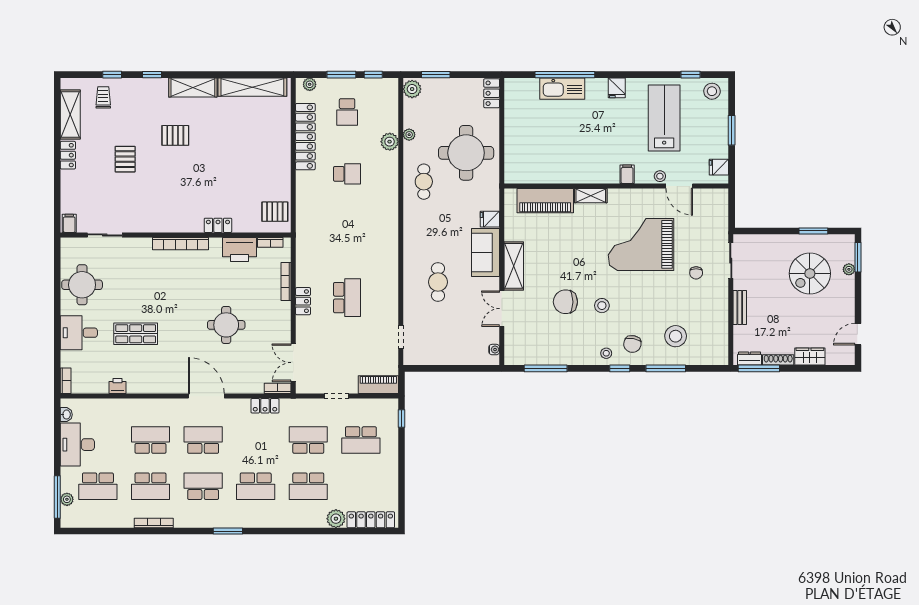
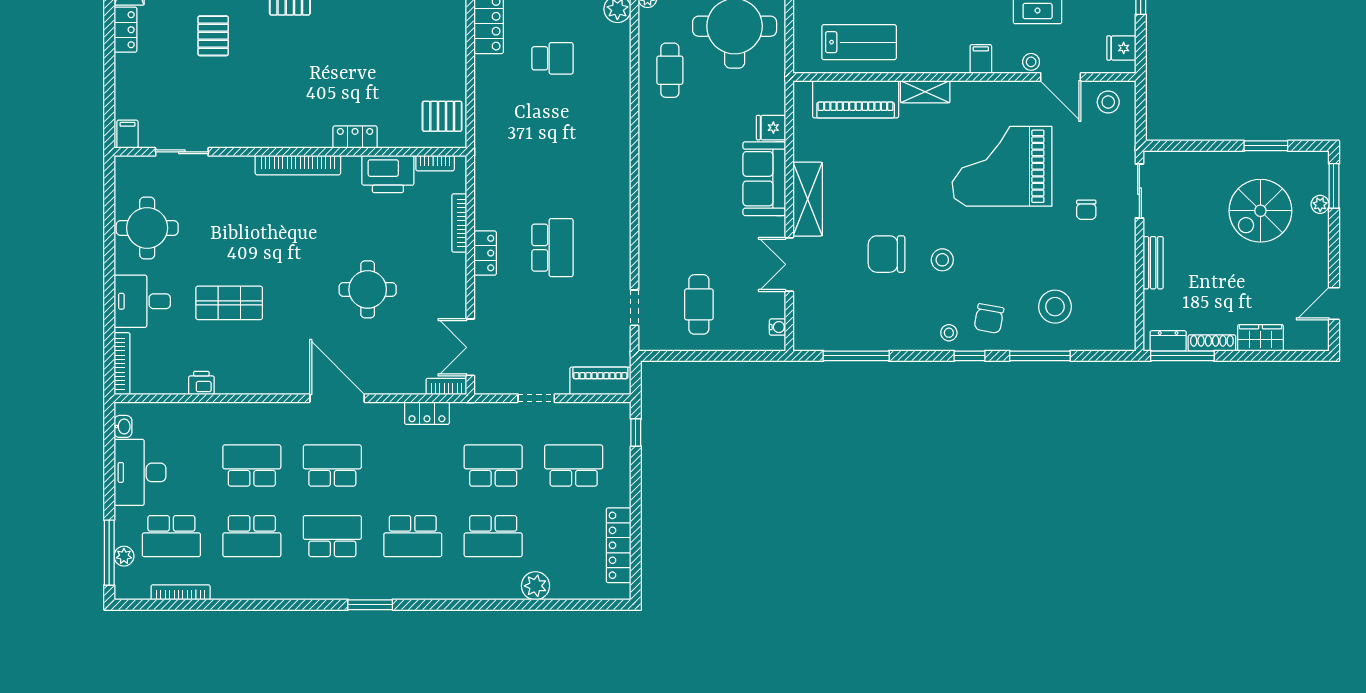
lab bench: (548, 163) -> (859, 42), added
stool: (710, 202) -> (1108, 102), added
cafe table: (438, 282) -> (699, 304), moved
bookcase: (66, 381) -> (122, 364), width x1.56
school desk: (361, 440) -> (574, 466), turned 180
locker: (371, 520) -> (619, 545), moved, turned -90
bookcase: (154, 523) -> (181, 592), moved

